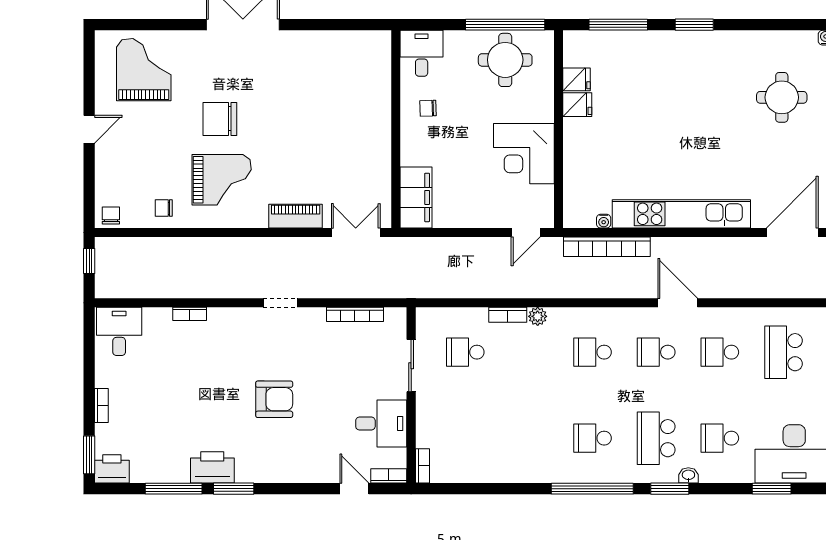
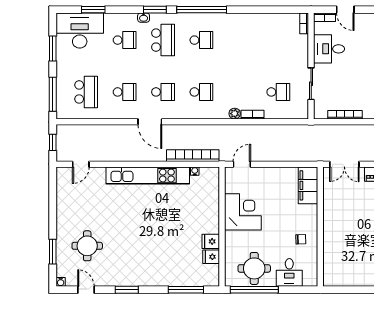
window: (694, 25) -> (127, 290), moved
door: (784, 25) -> (86, 290), added
desk: (422, 53) -> (289, 272), moved
door: (792, 232) -> (81, 164), width x0.53

